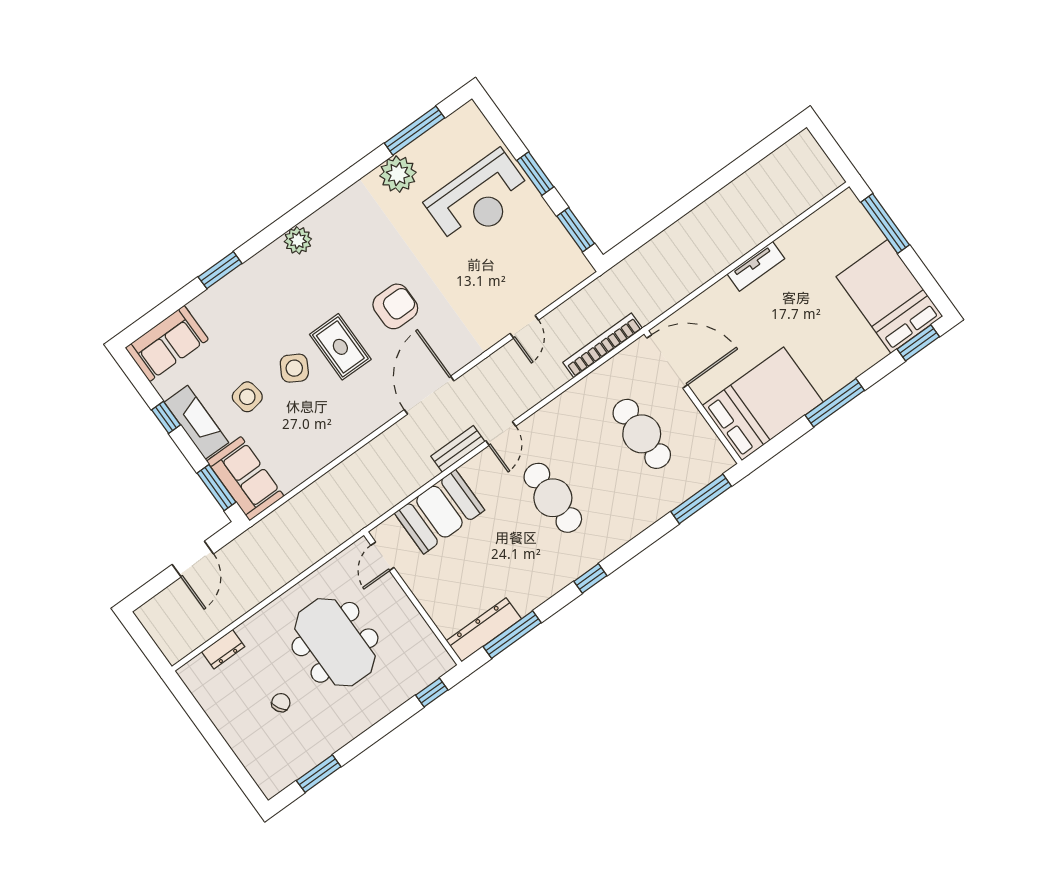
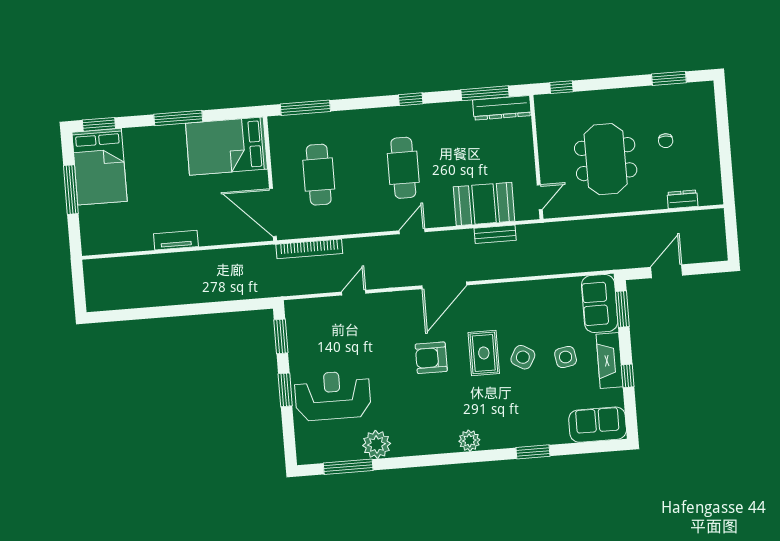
window: (885, 223) -> (71, 190), moved
bench: (458, 449) -> (495, 234), moved
chair: (281, 703) -> (666, 141), turned -60

